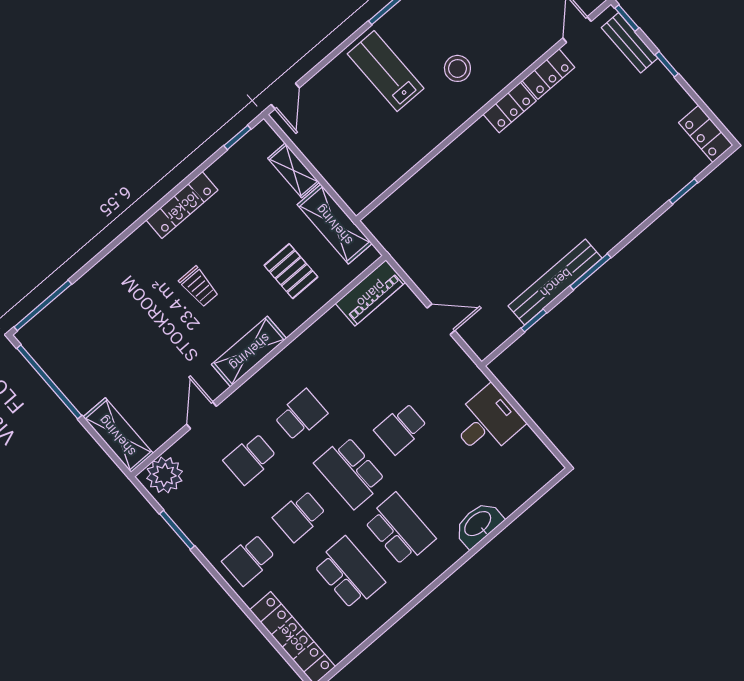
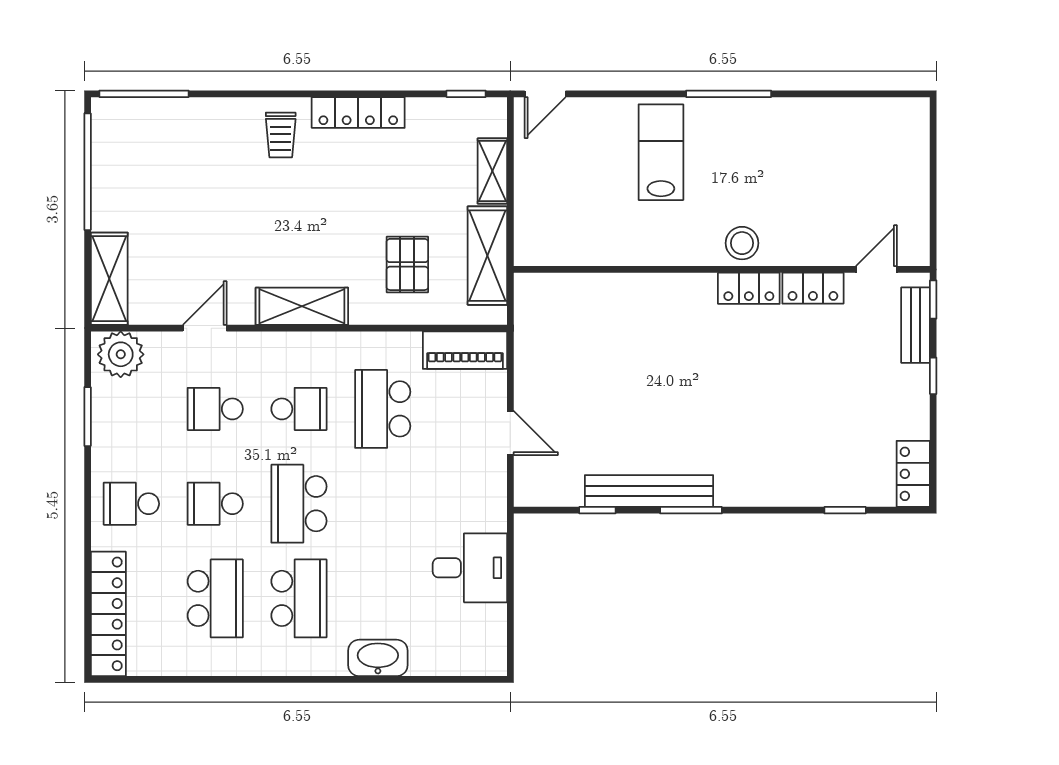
stool: (457, 68) -> (742, 243), moved
trolley: (199, 287) -> (281, 135), moved
school desk: (401, 429) -> (383, 409), moved, width x1.85

